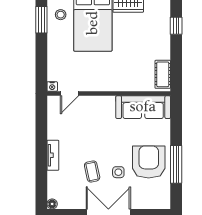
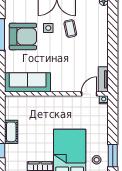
cot: (163, 74) -> (11, 132), moved
tv unit: (53, 155) -> (103, 79), moved
armchair: (149, 162) -> (23, 37), turned -90

